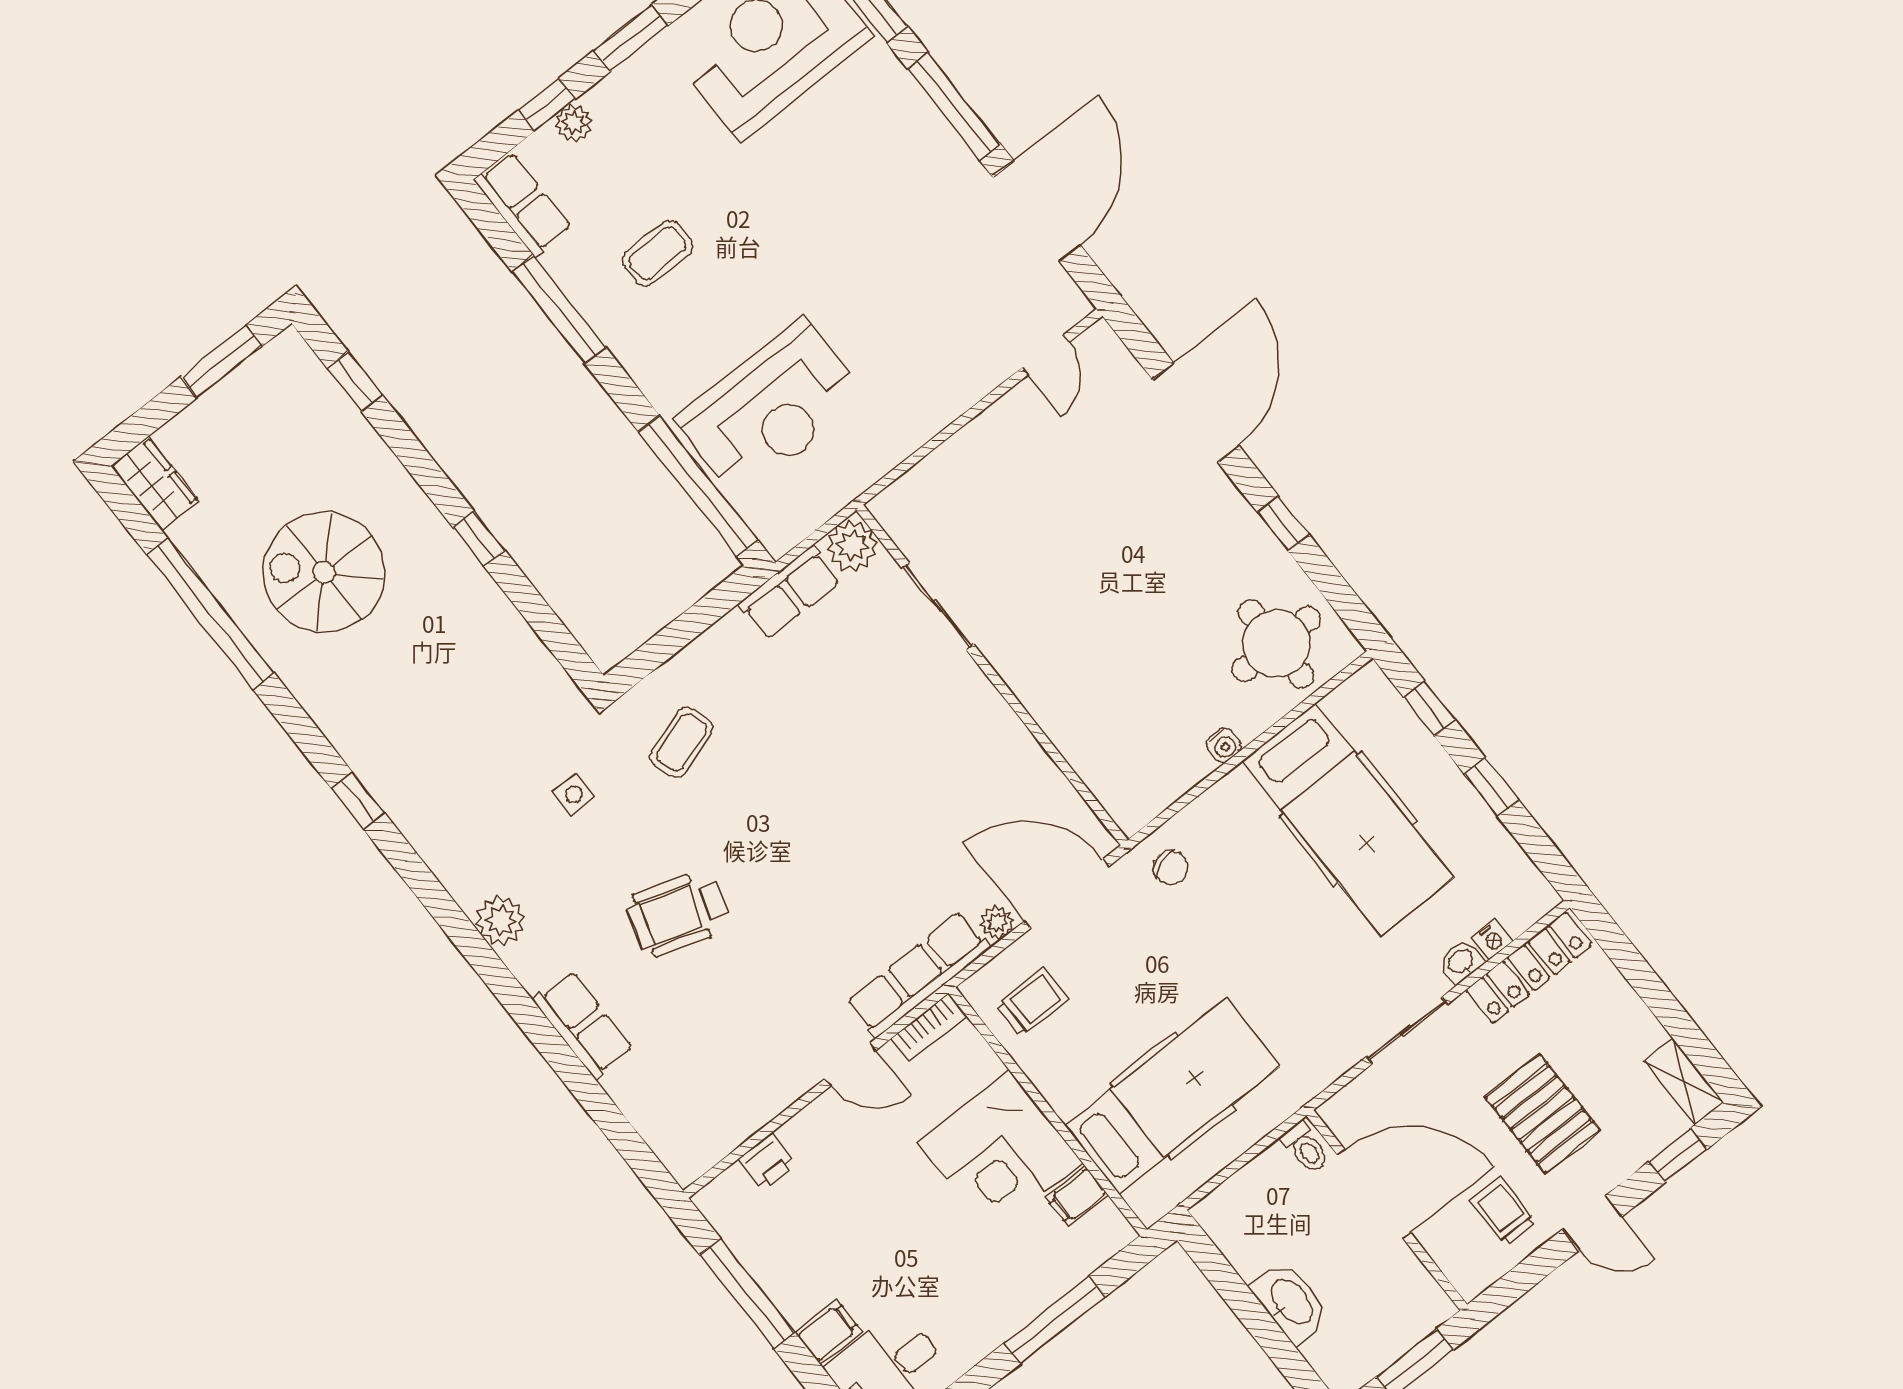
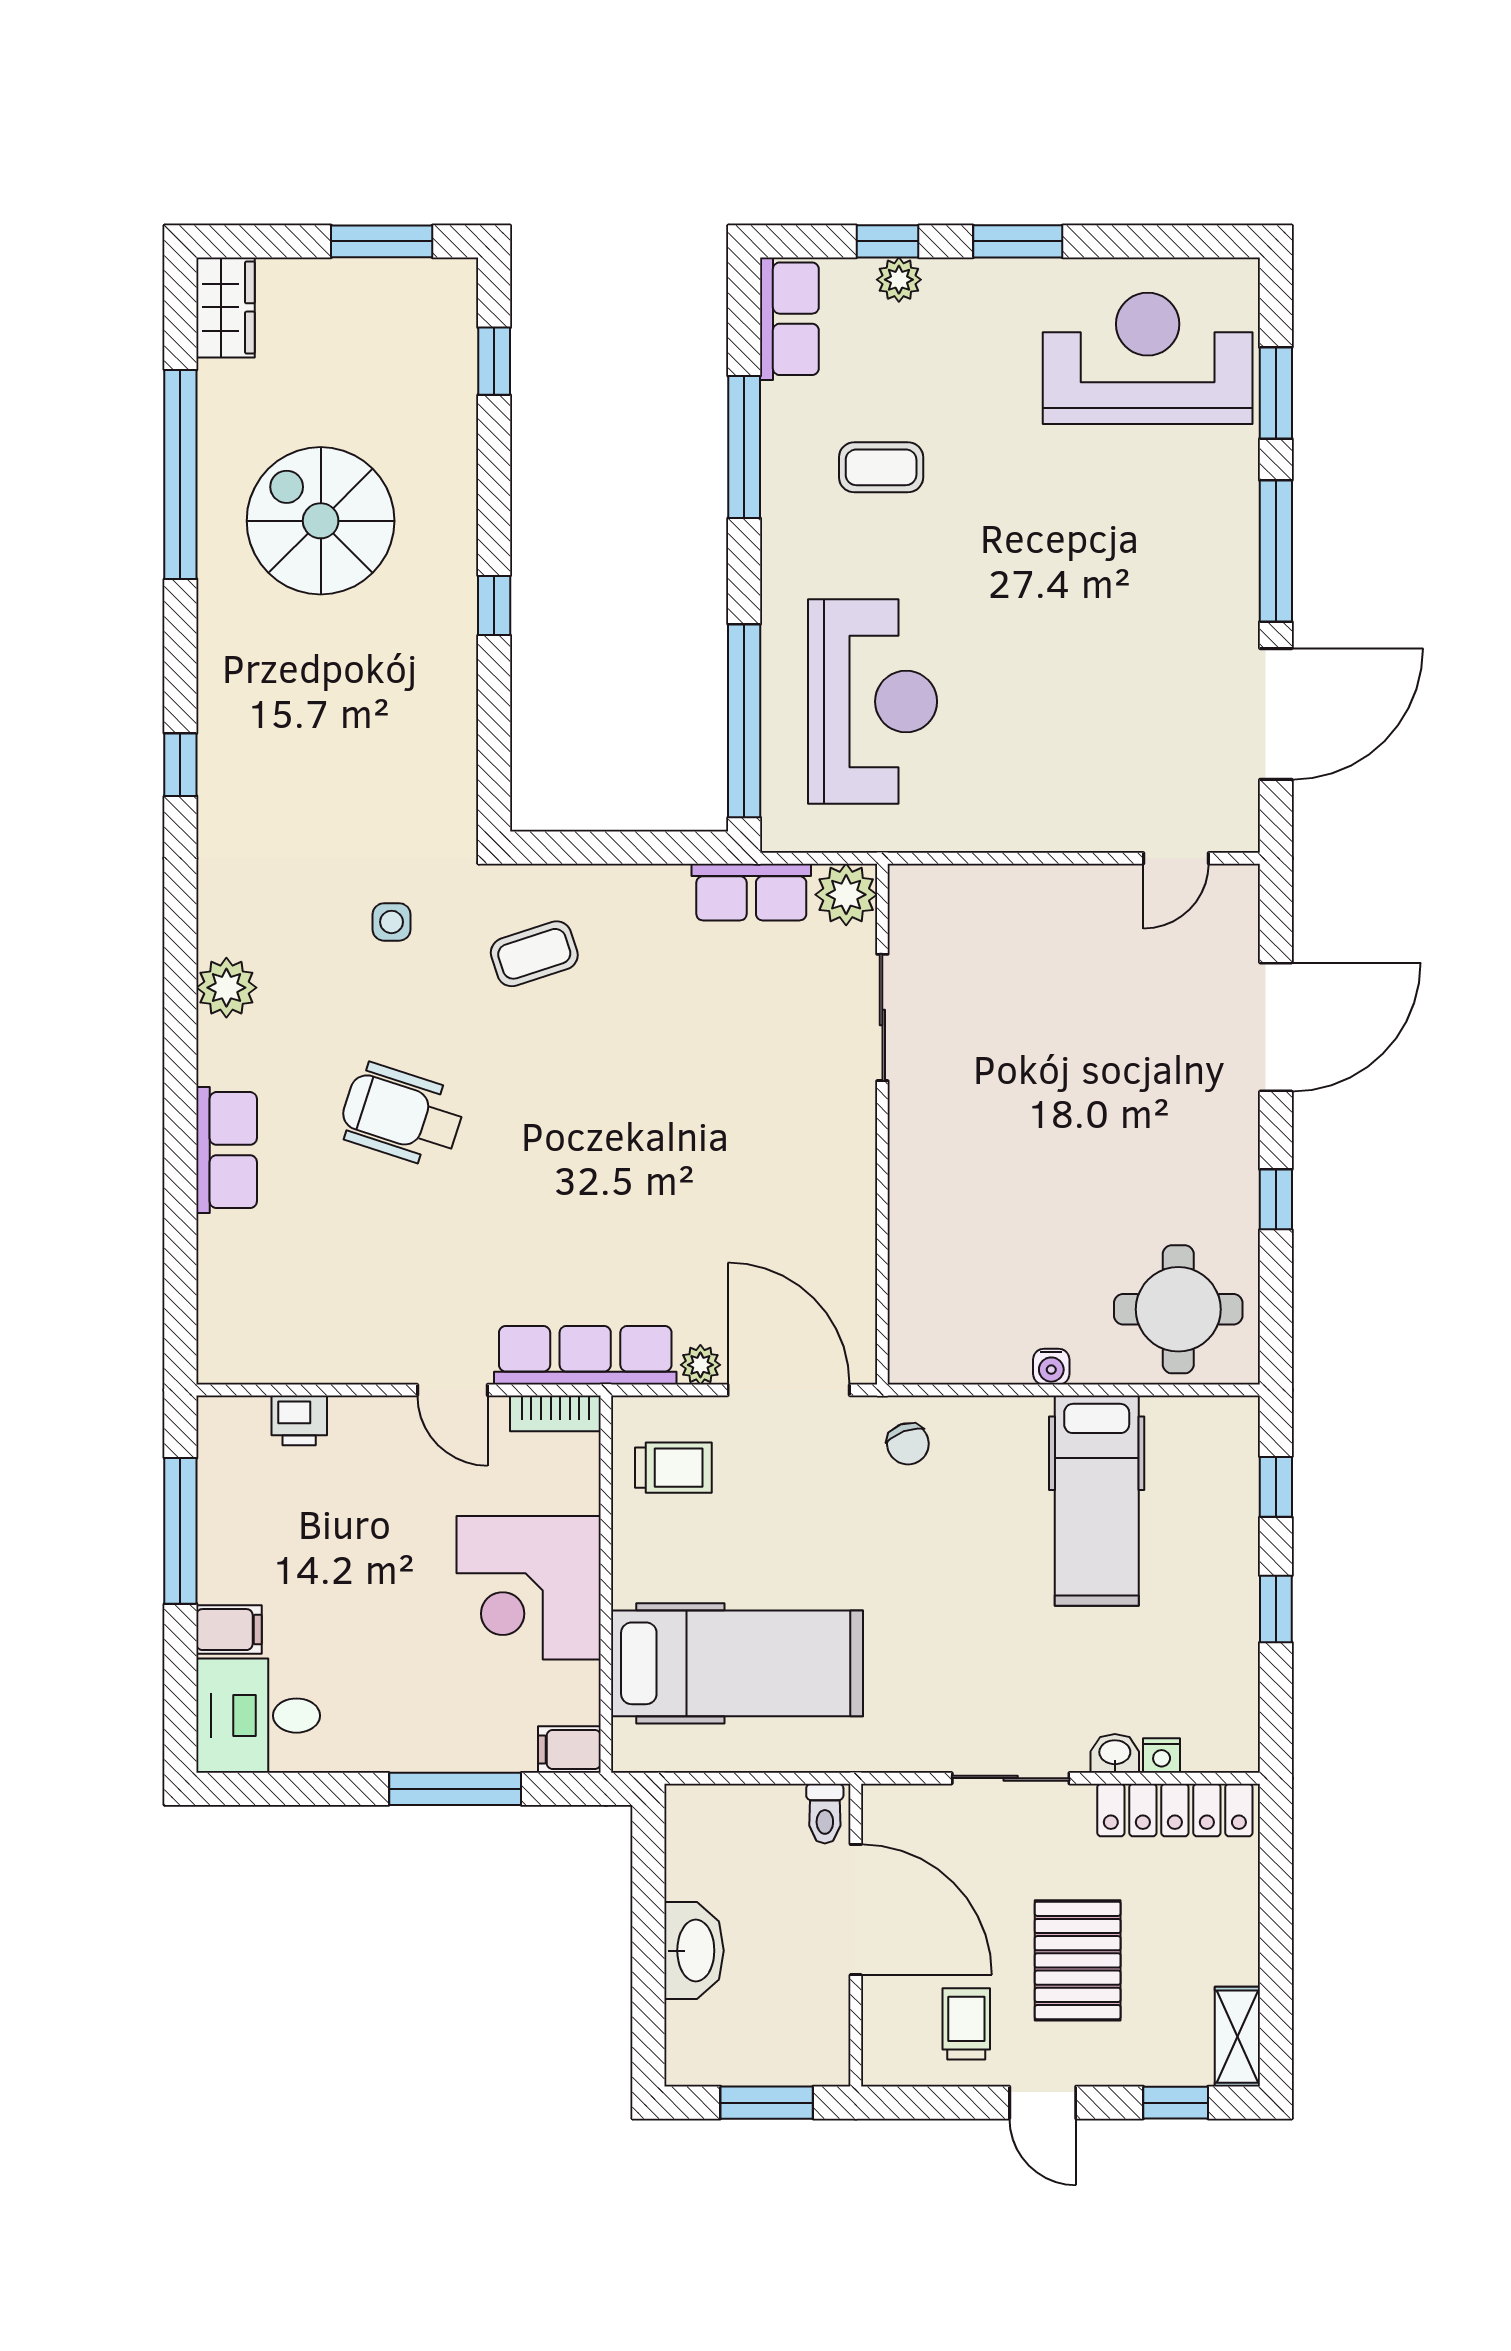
reception desk: (771, 408) -> (873, 702), turned -90
hospital bed: (1348, 819) -> (1097, 1501), width x0.73, depth x0.78
filing cabinet: (1077, 1196) -> (569, 1749), moved

